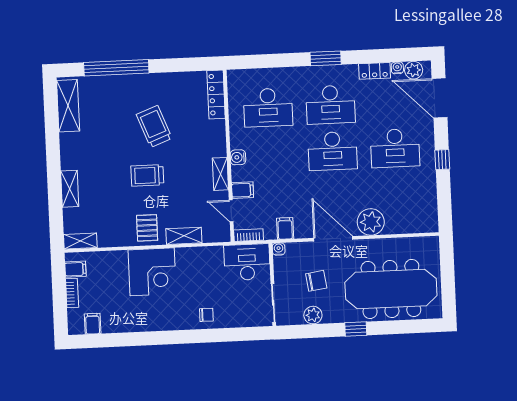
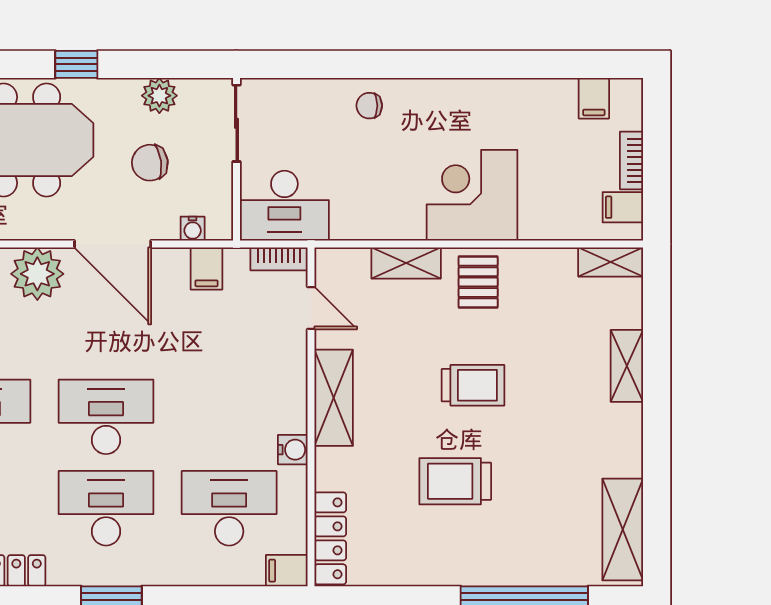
trolley: (154, 126) -> (455, 481), turned 111
water cooler: (238, 157) -> (293, 450), moved
shelving: (220, 174) -> (334, 398), width x1.50, depth x1.33
filing cabinet: (243, 190) -> (287, 571), moved
water cooler: (279, 249) -> (193, 229), moved

